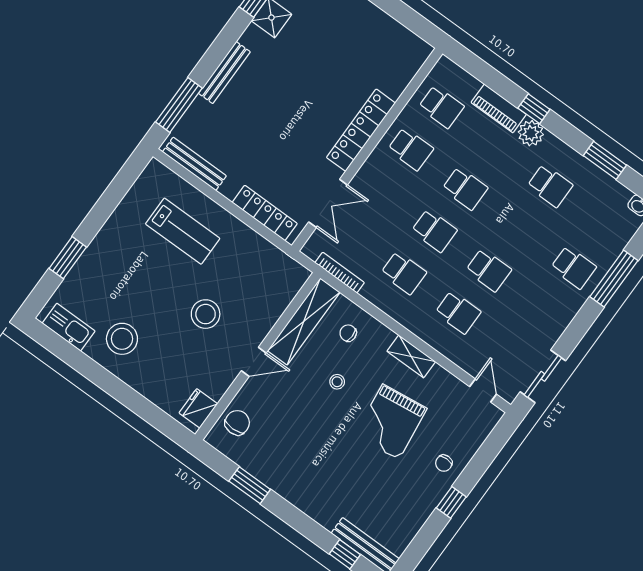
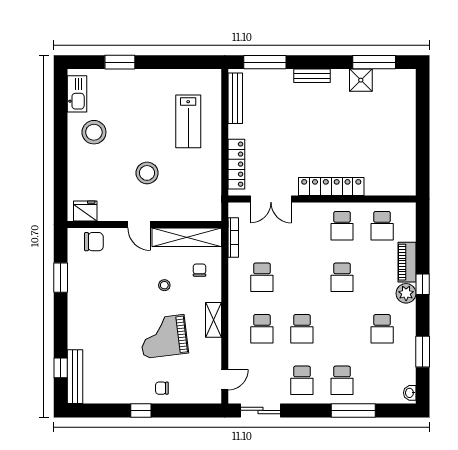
bench: (224, 73) -> (312, 76), width x0.73
school desk: (434, 231) -> (302, 380), moved

